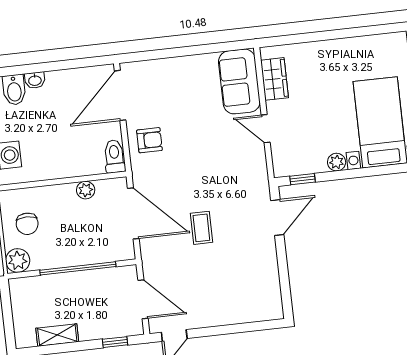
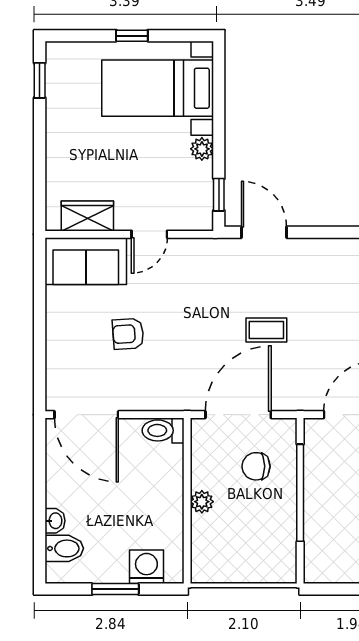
window: (376, 30) -> (40, 80), added
armchair: (149, 140) -> (128, 334), moved, turned -94
plant: (86, 190) -> (202, 502), moved
chair: (27, 224) -> (256, 466), moved, turned 180
plant: (18, 260) -> (282, 568), removed

